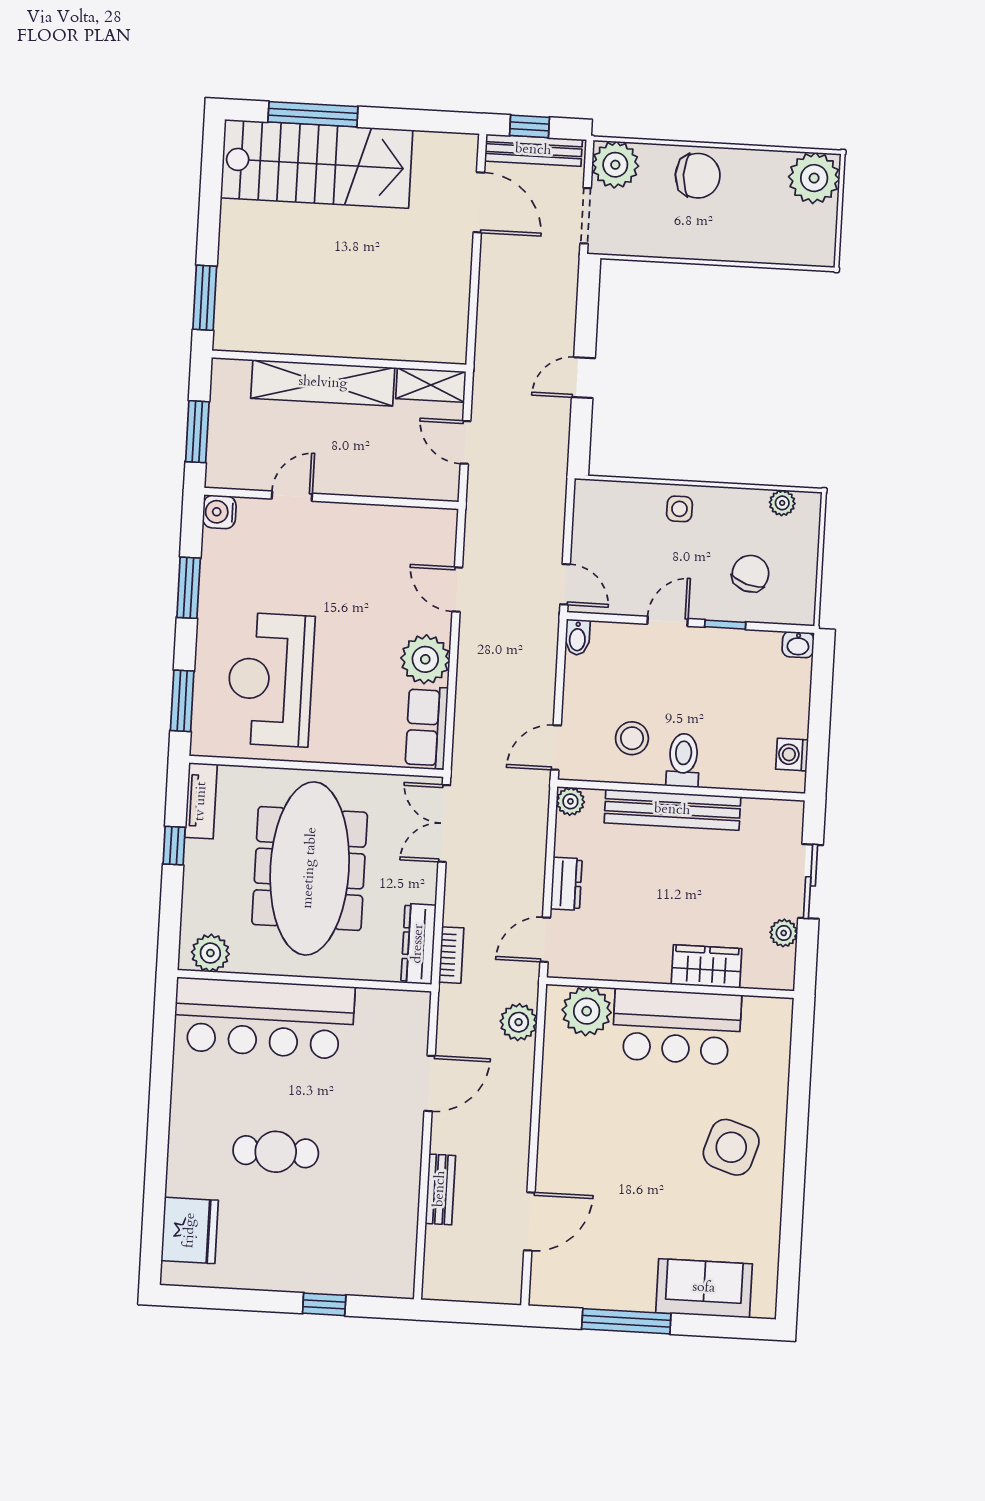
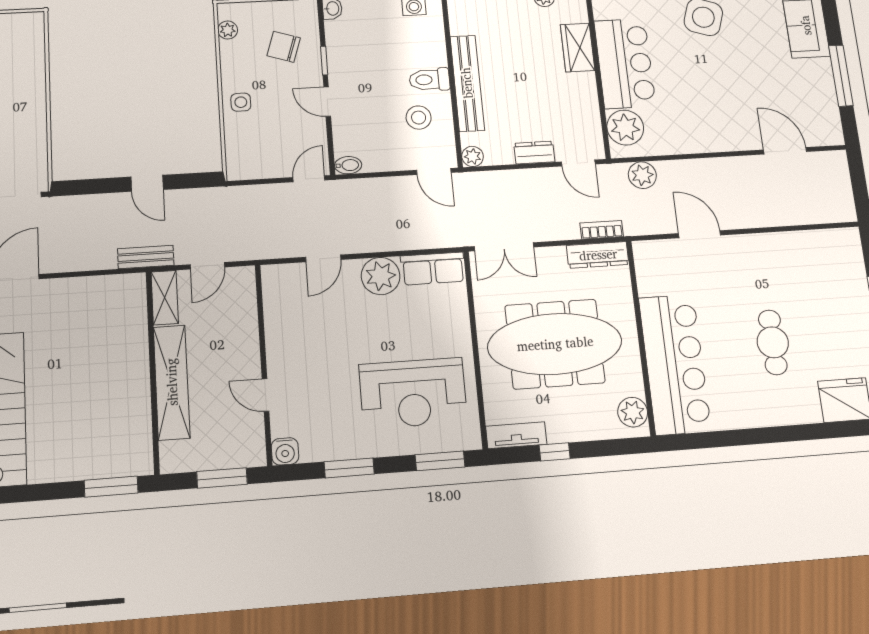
bench: (440, 1189) -> (146, 257), moved

